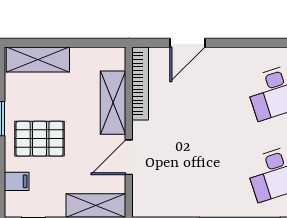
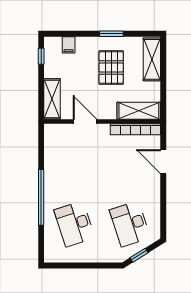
shelving: (113, 103) -> (139, 111), moved
pallet: (40, 139) -> (111, 68), moved

